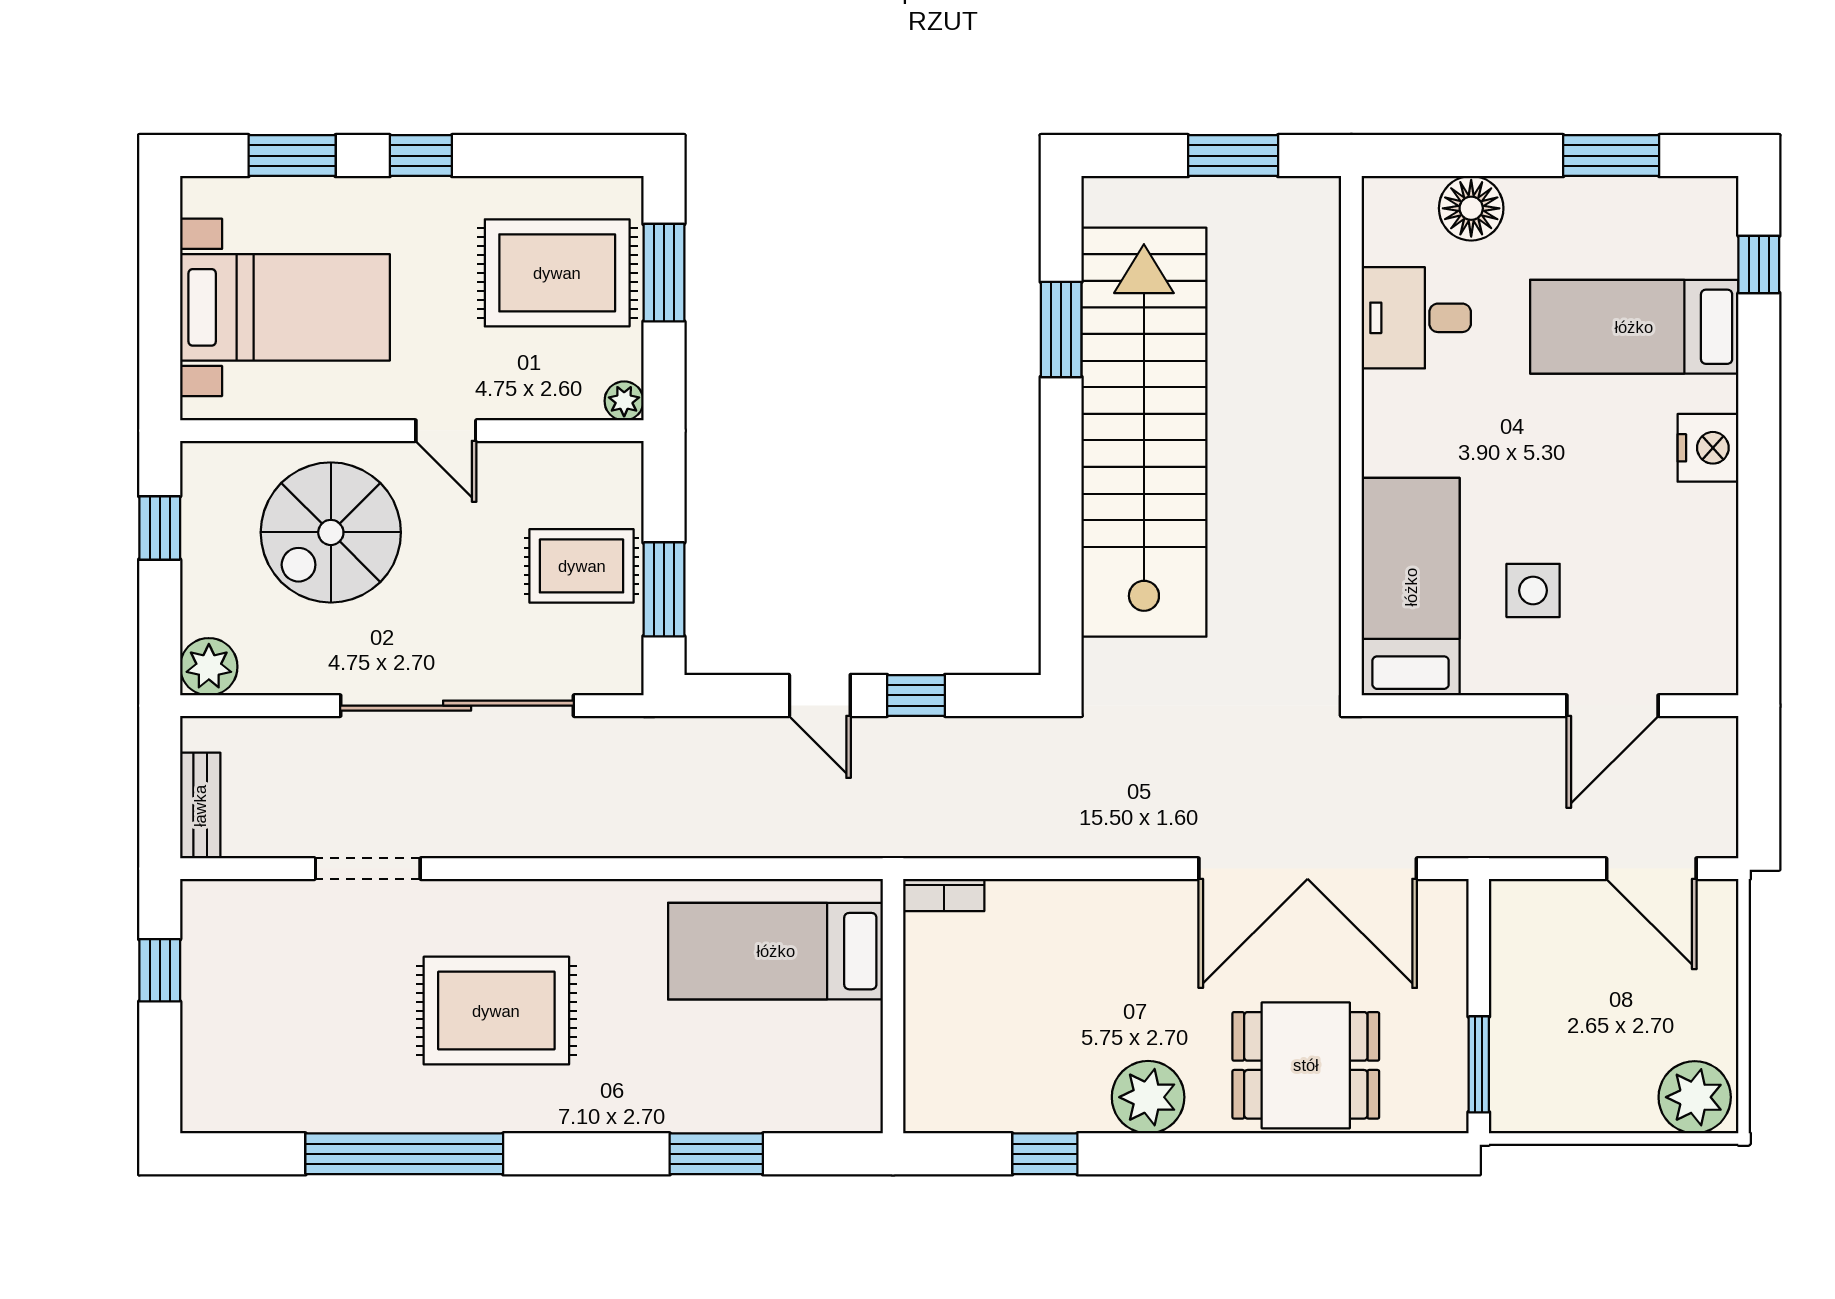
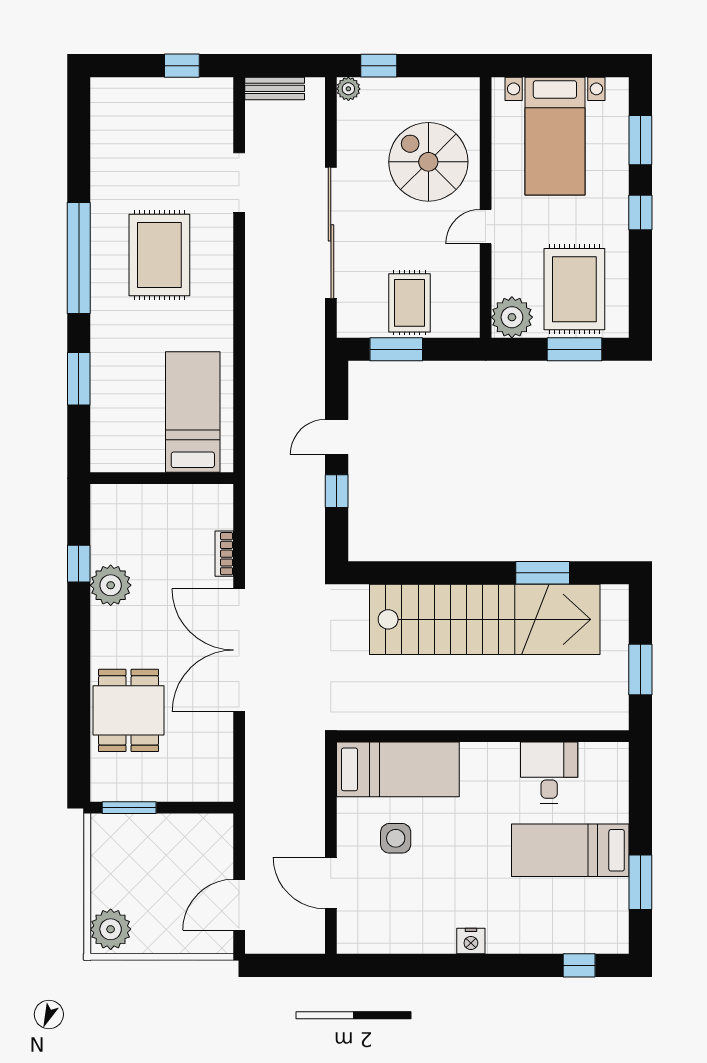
floor lamp: (1471, 208) -> (611, 803), removed
bed: (1634, 327) -> (570, 850), moved, turned -90
plant: (624, 401) -> (512, 317), width x1.87, depth x1.87
nightstand: (1708, 448) -> (471, 941), width x0.74, depth x0.75
window: (160, 528) -> (379, 66), moved
plant: (209, 667) -> (348, 89), width x0.73, depth x0.73
double door: (1308, 869) -> (239, 650), moved
bookcase: (944, 895) -> (224, 554), moved
plant: (1148, 1097) -> (111, 585), moved
window: (404, 1154) -> (79, 258), moved

